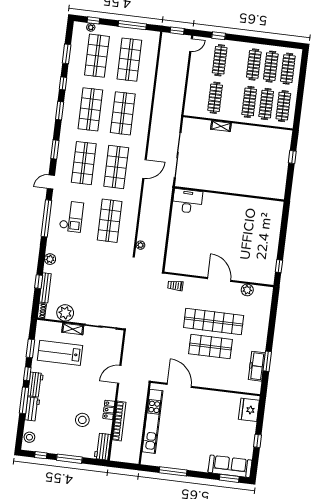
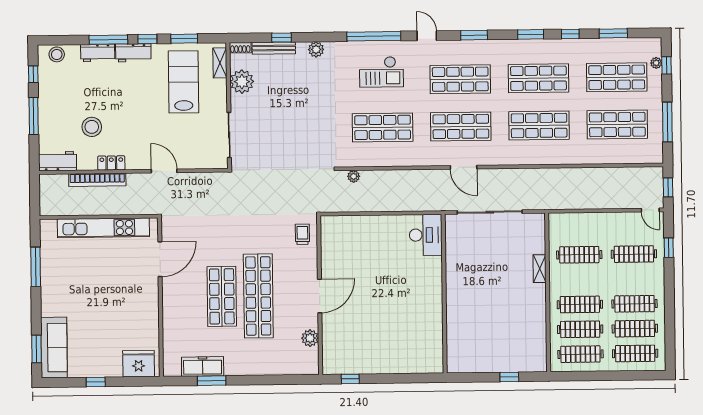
shelving: (73, 329) -> (220, 63), moved

